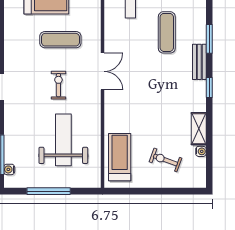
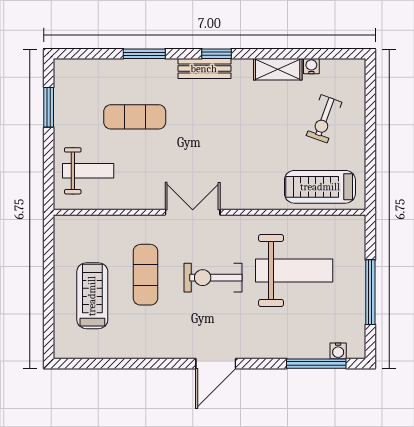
bench: (199, 62) -> (204, 69), moved
exercise bike: (58, 85) -> (213, 278), width x1.38, depth x1.39
weight bench: (63, 140) -> (294, 270), turned 180

